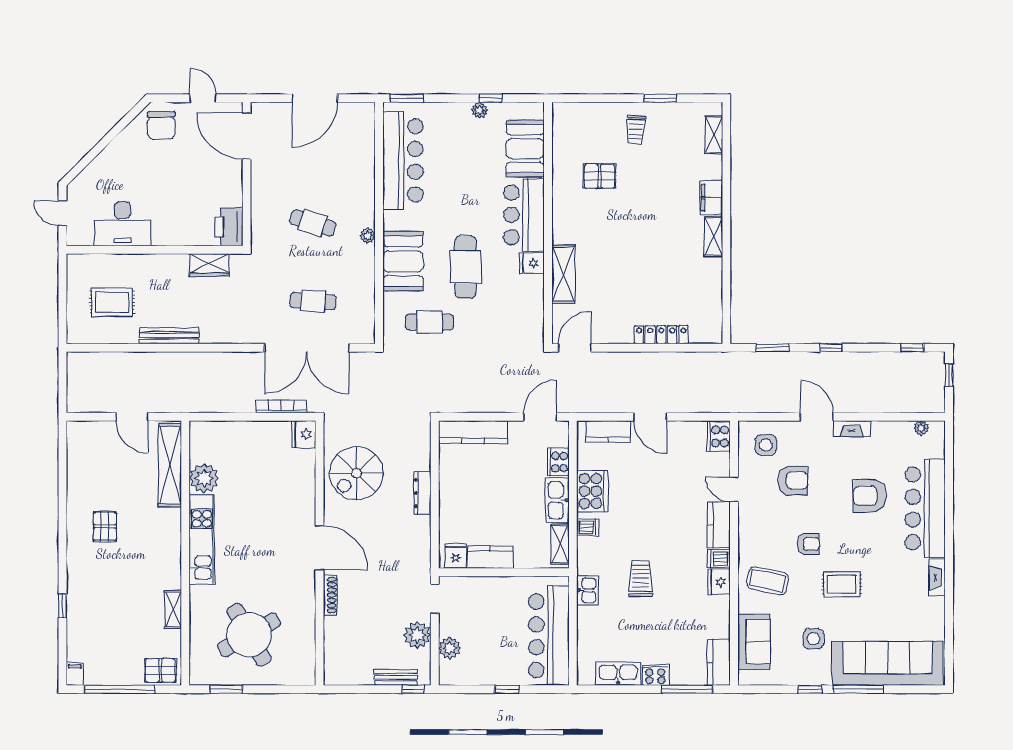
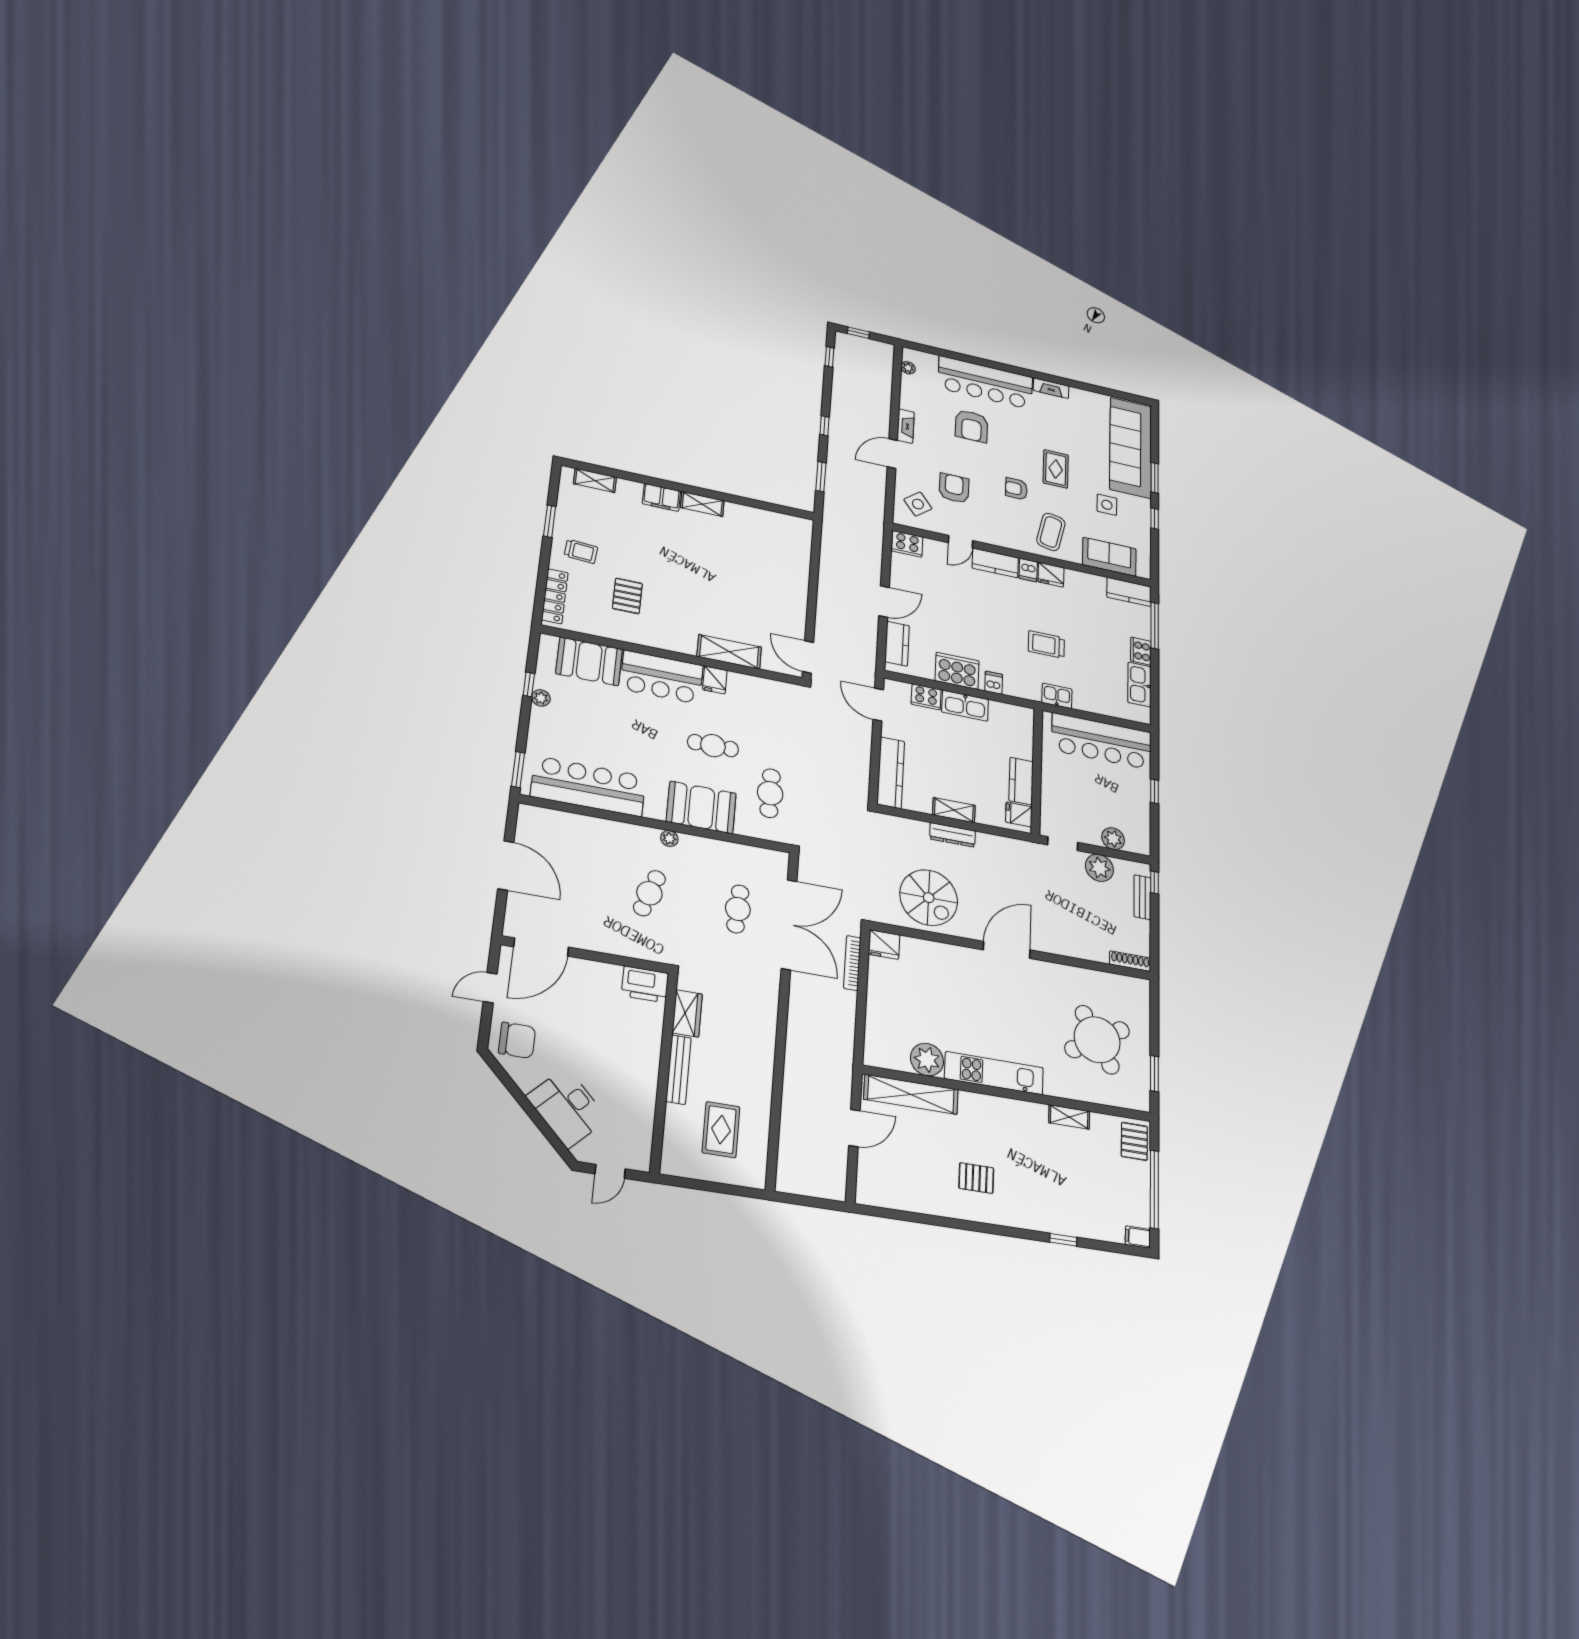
desk: (122, 224) -> (567, 1108), moved, turned 135
cafe table: (466, 267) -> (713, 746), width x0.73, depth x0.74
locker: (661, 335) -> (555, 596), moved, turned 180
bench: (169, 336) -> (678, 1070), moved
side table: (766, 445) -> (918, 504), turned -38
shelving: (560, 544) -> (954, 810), moved
armchair: (808, 544) -> (1016, 489), turned -90
shoe rack: (330, 595) -> (1130, 961), moved
window: (858, 689) -> (1155, 478), width x0.69

